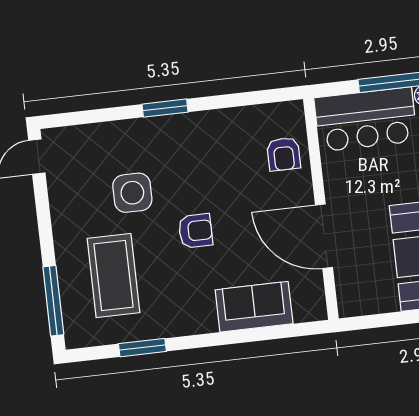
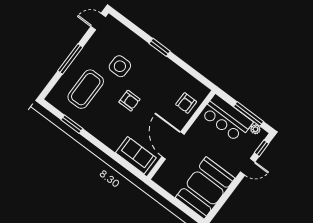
window: (53, 301) -> (70, 59), moved
sofa: (254, 307) -> (136, 155), moved

